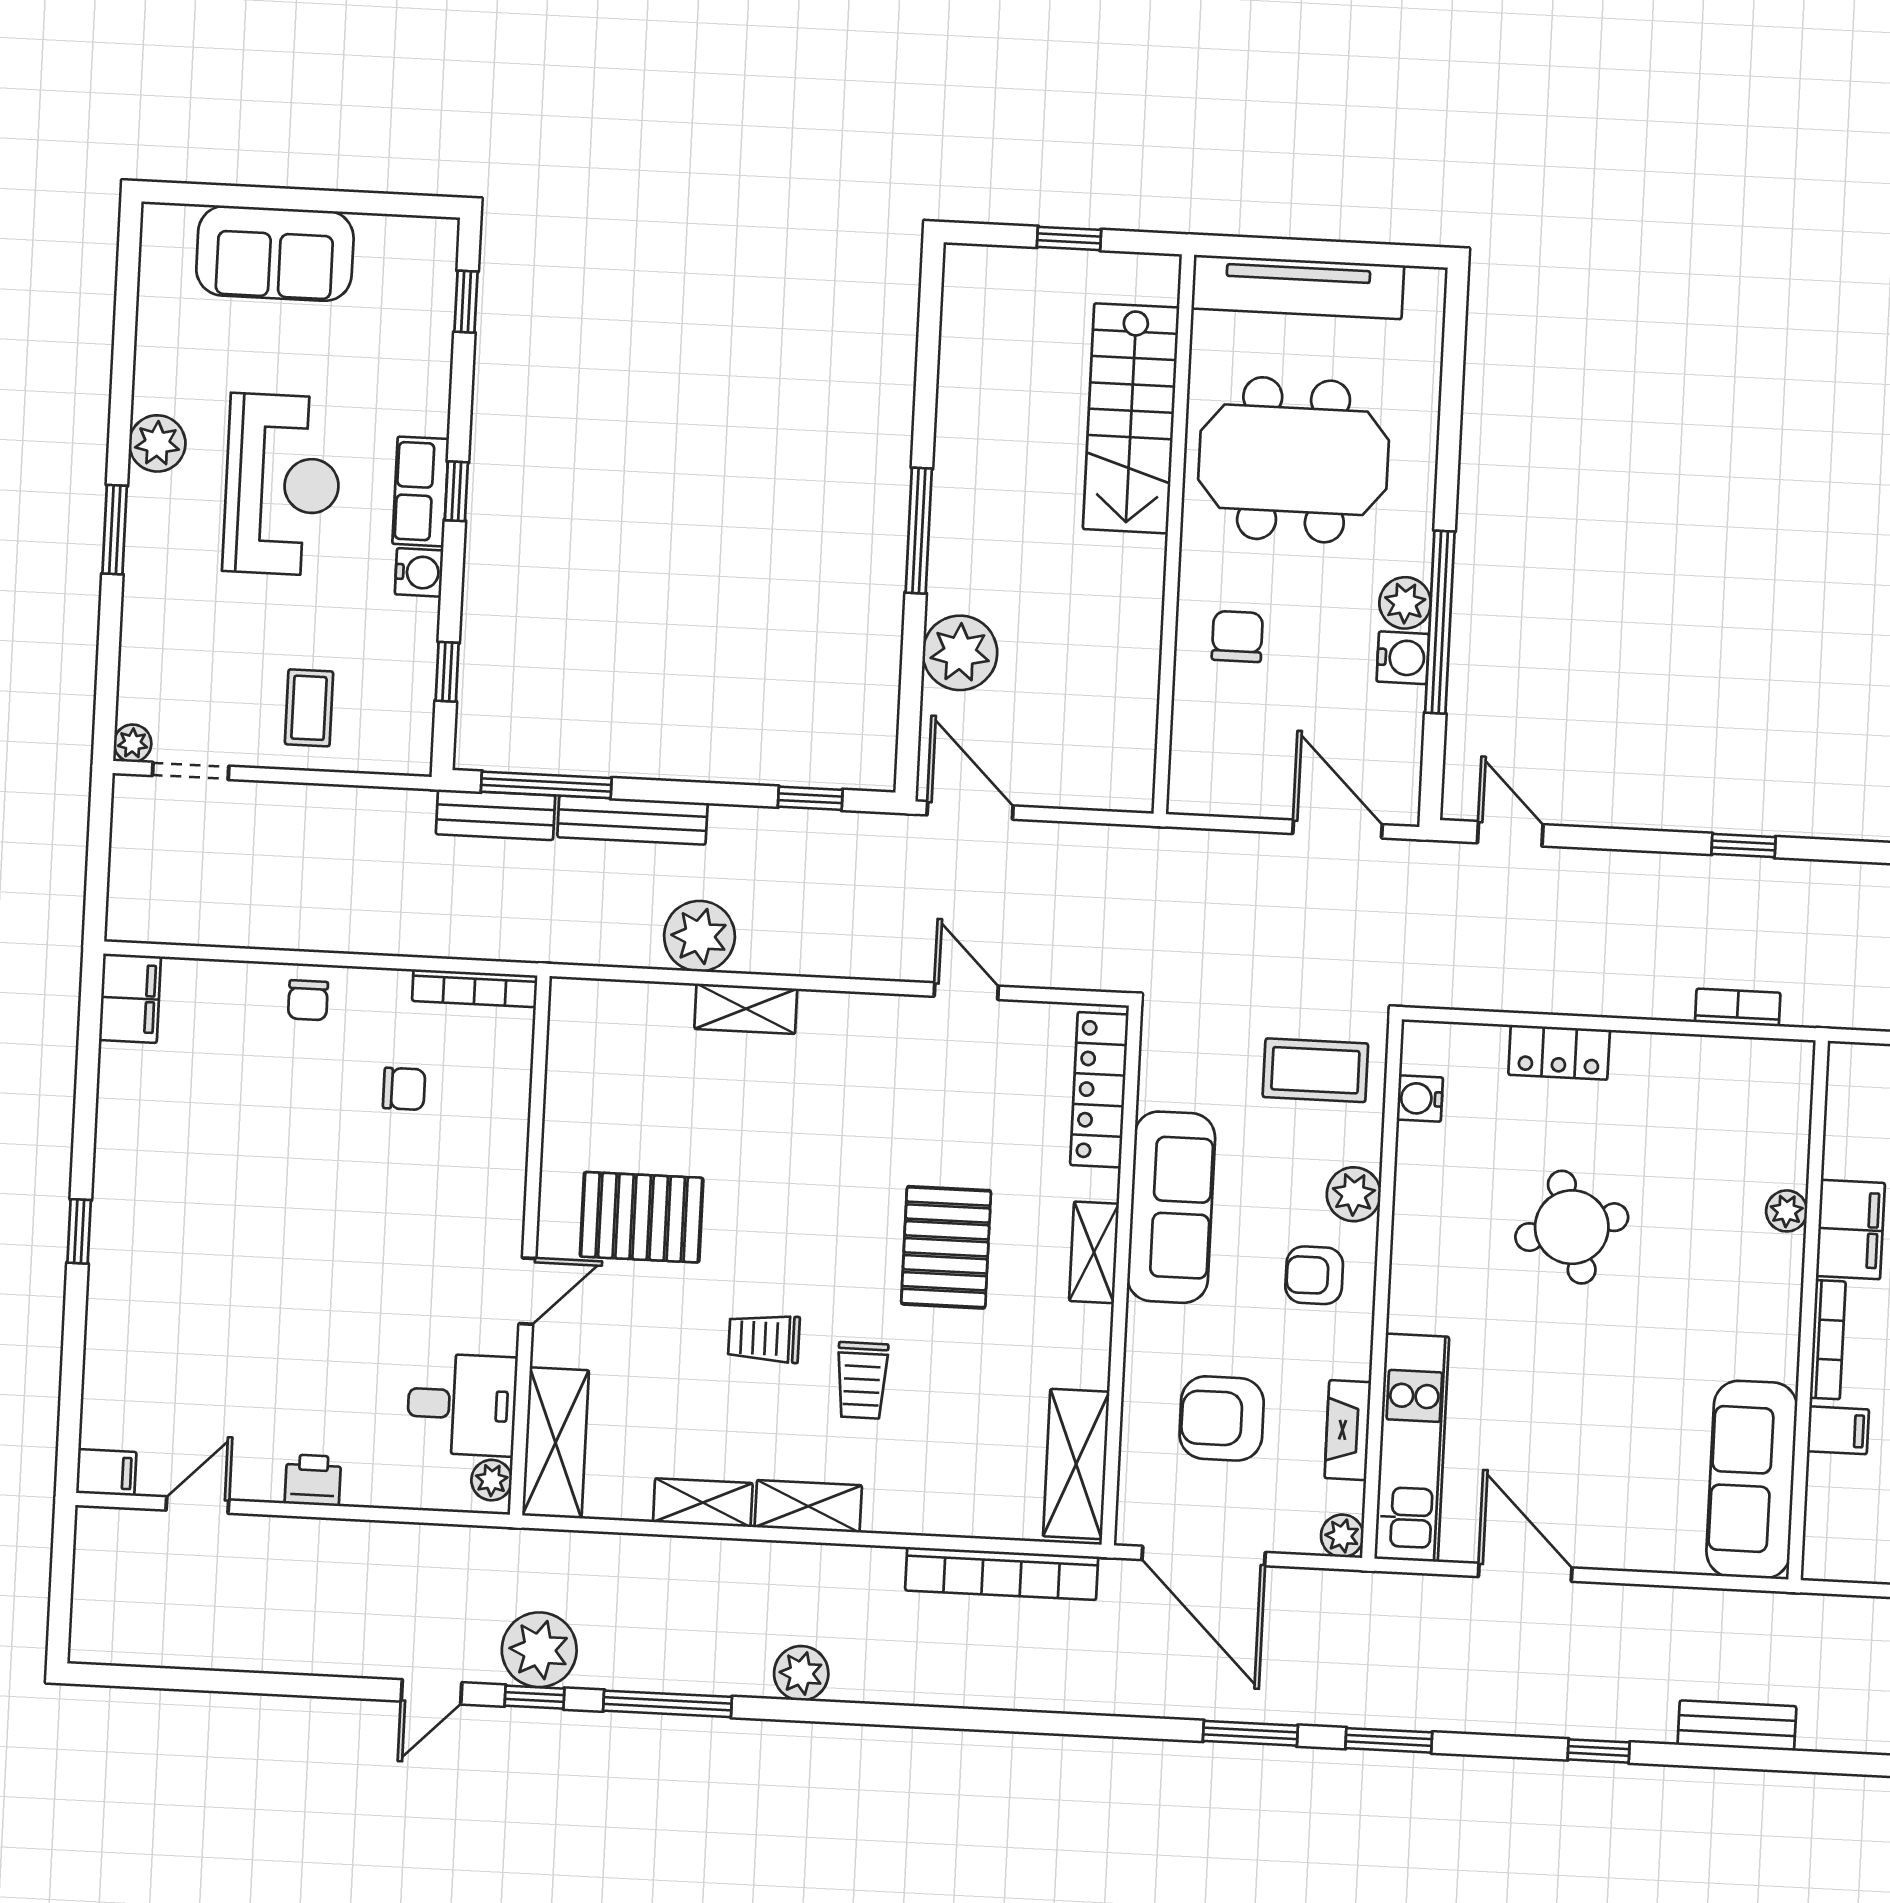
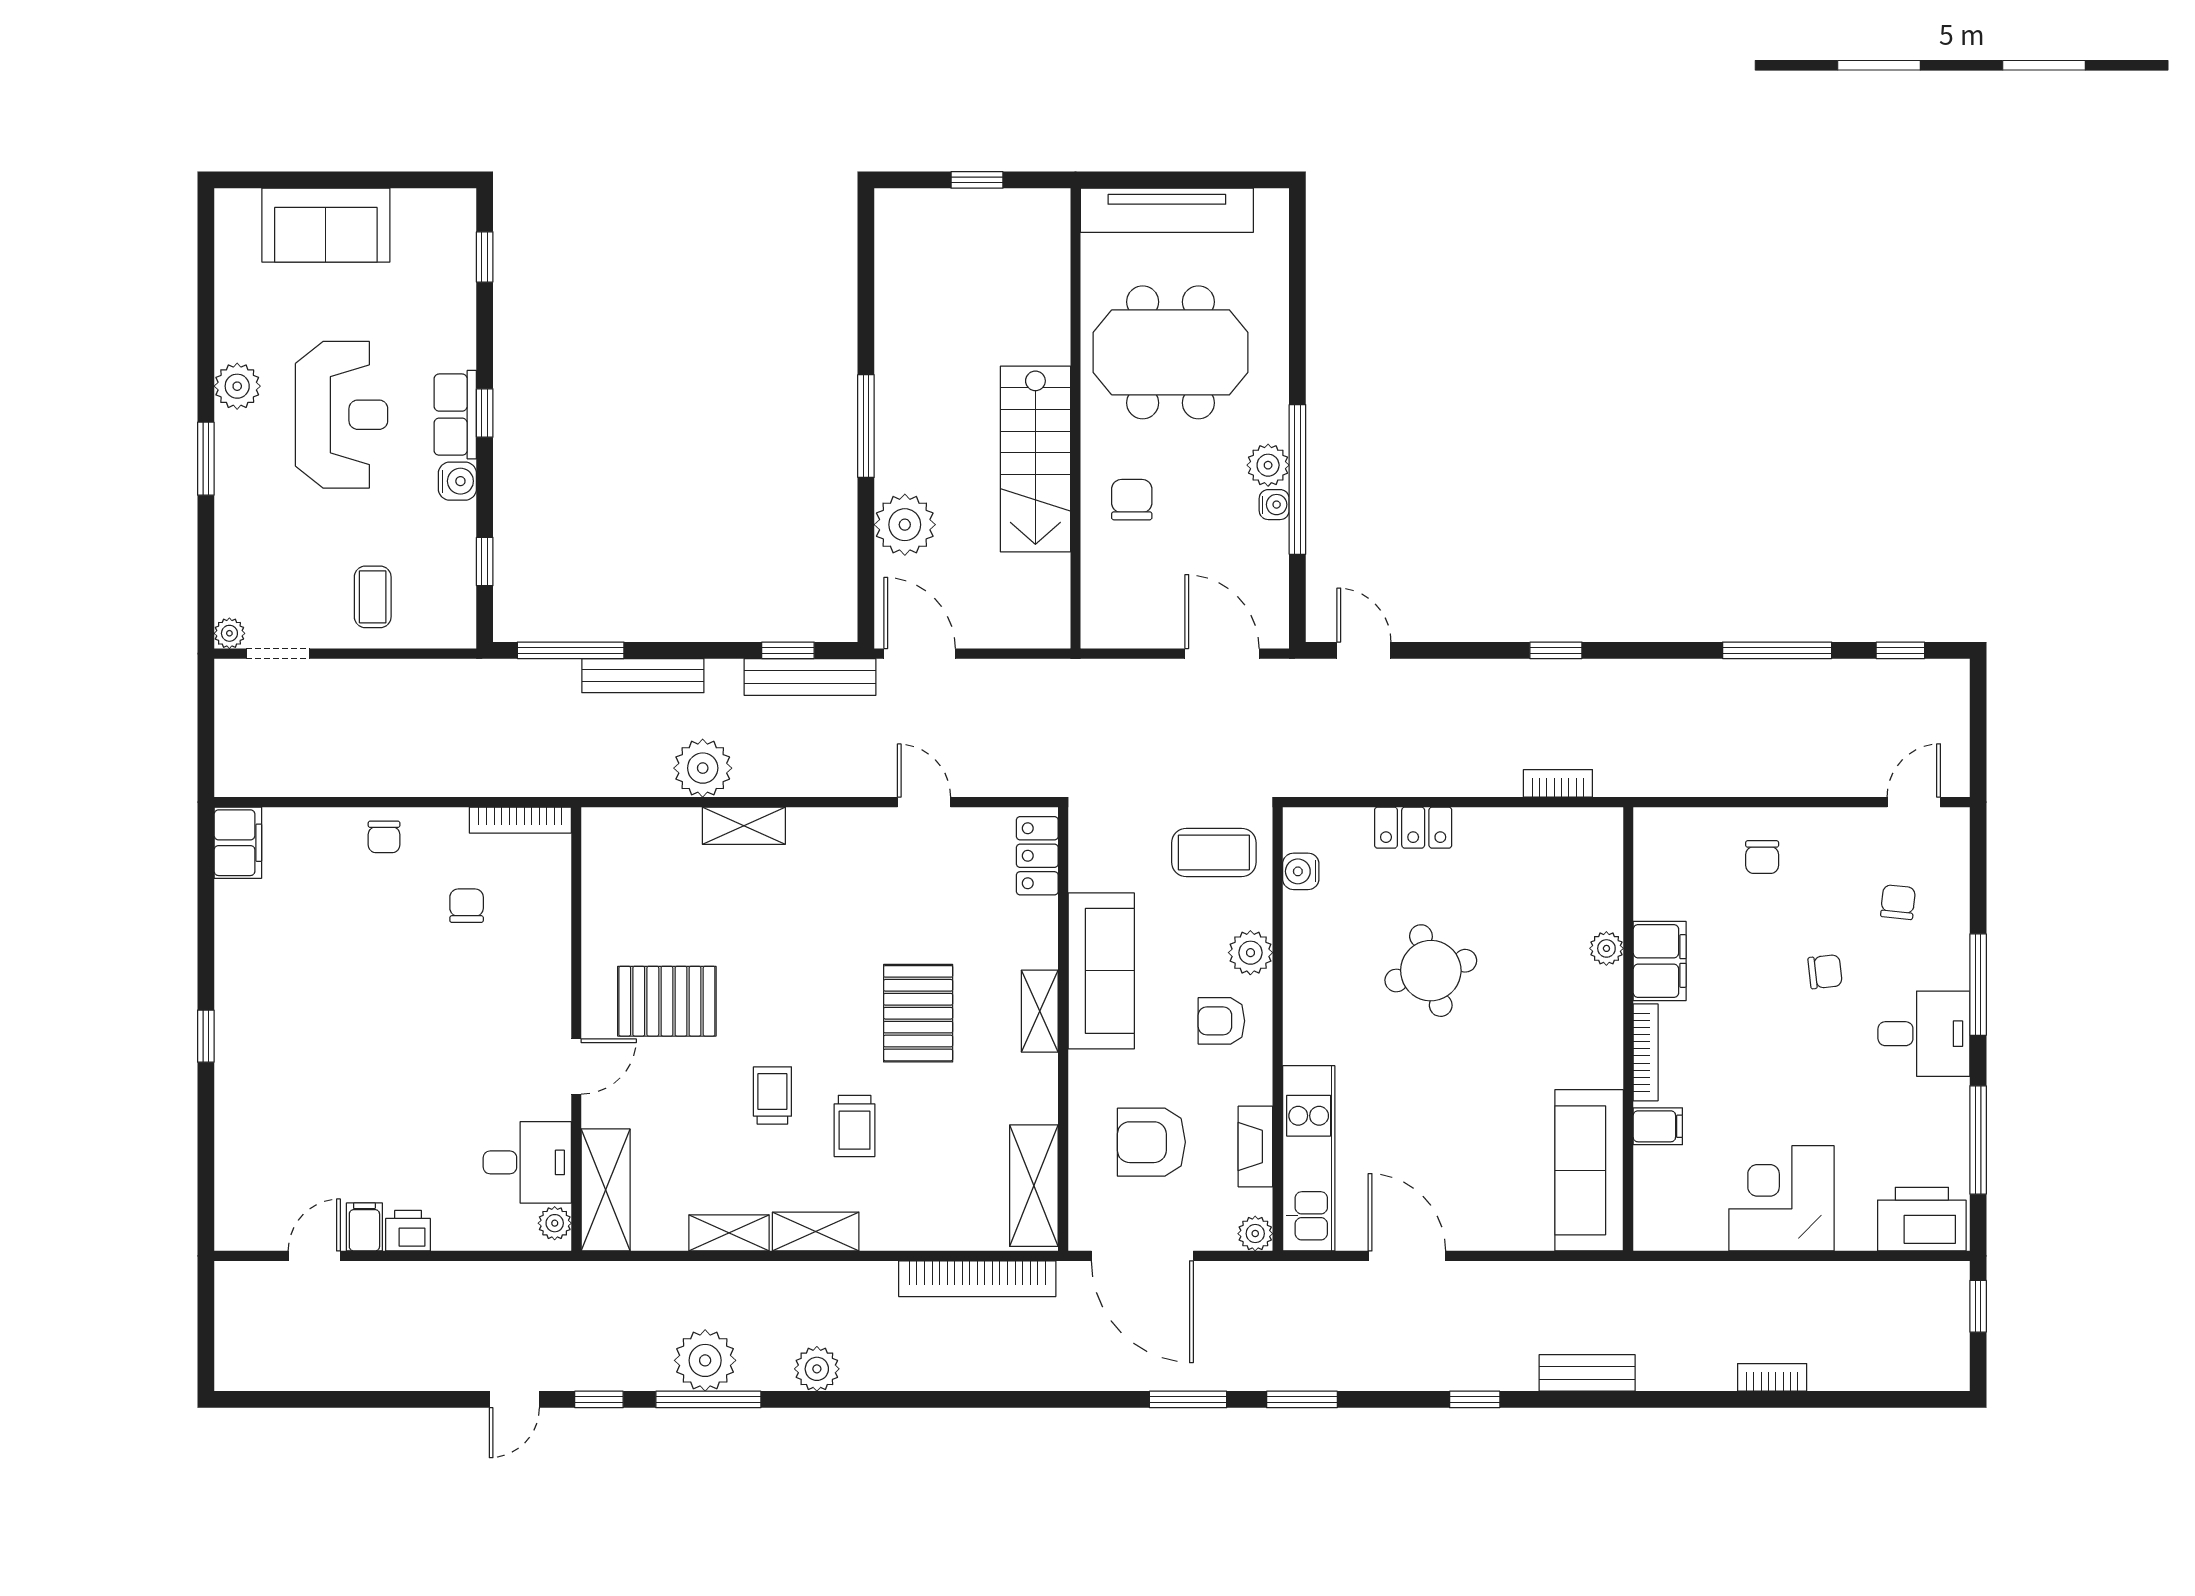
stairs: (1131, 418) -> (1035, 459), moved
water cooler: (1403, 658) -> (1274, 505), width x0.72, depth x0.72
bench: (496, 815) -> (810, 677), moved, width x1.36
chair: (404, 1089) -> (467, 906), turned -90
locker: (1099, 1090) -> (1037, 856), width x0.66
trolley: (764, 1338) -> (772, 1096), turned 90
filing cabinet: (106, 1472) -> (364, 1227), moved, turned -90
plant: (539, 1650) -> (705, 1360), moved

